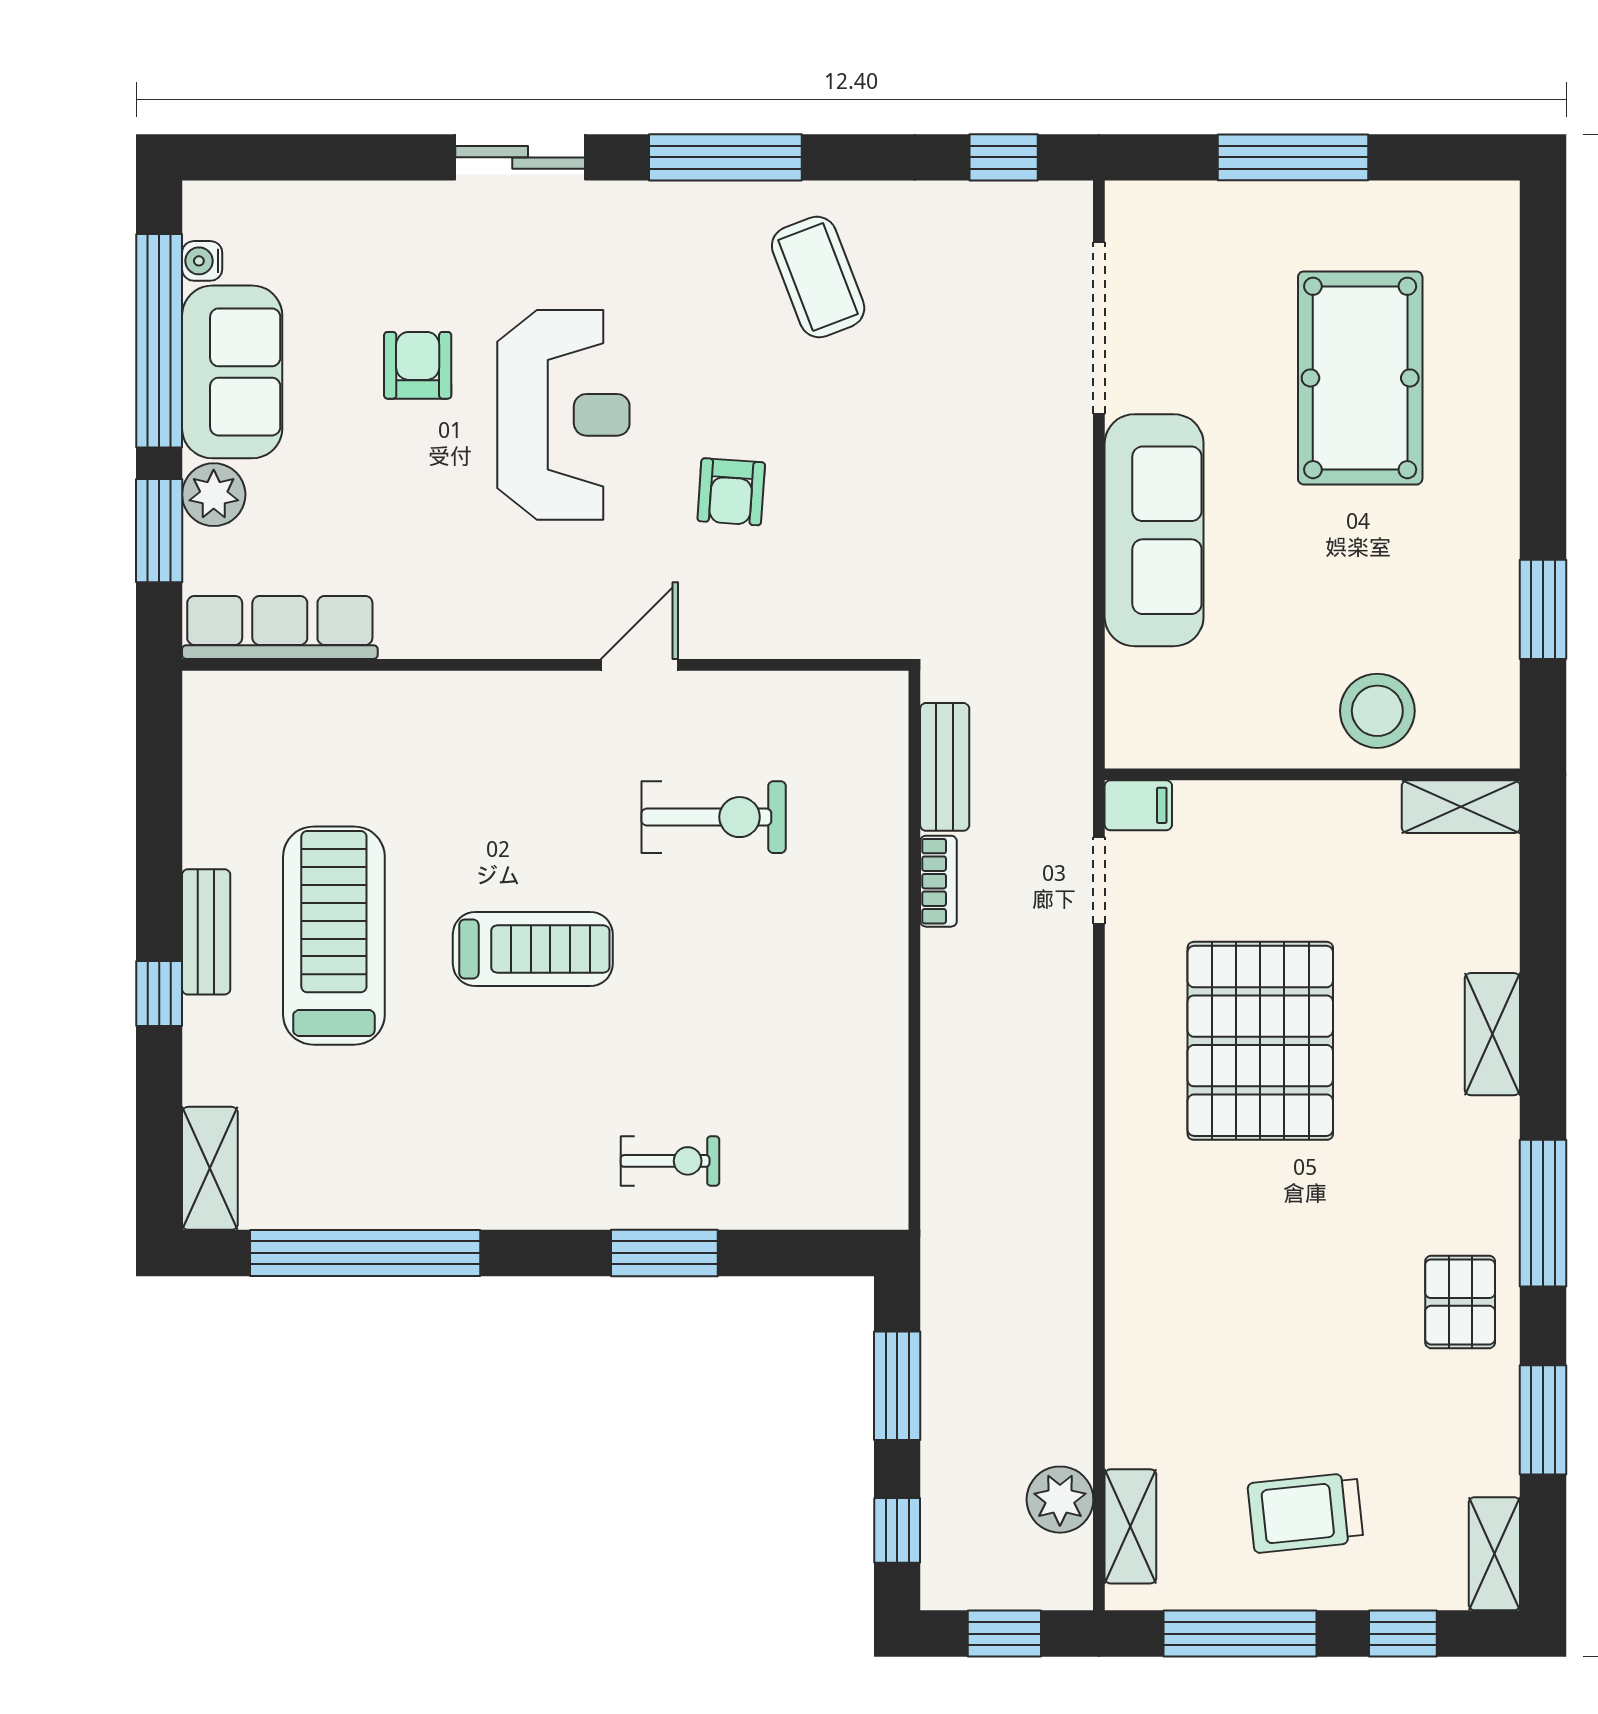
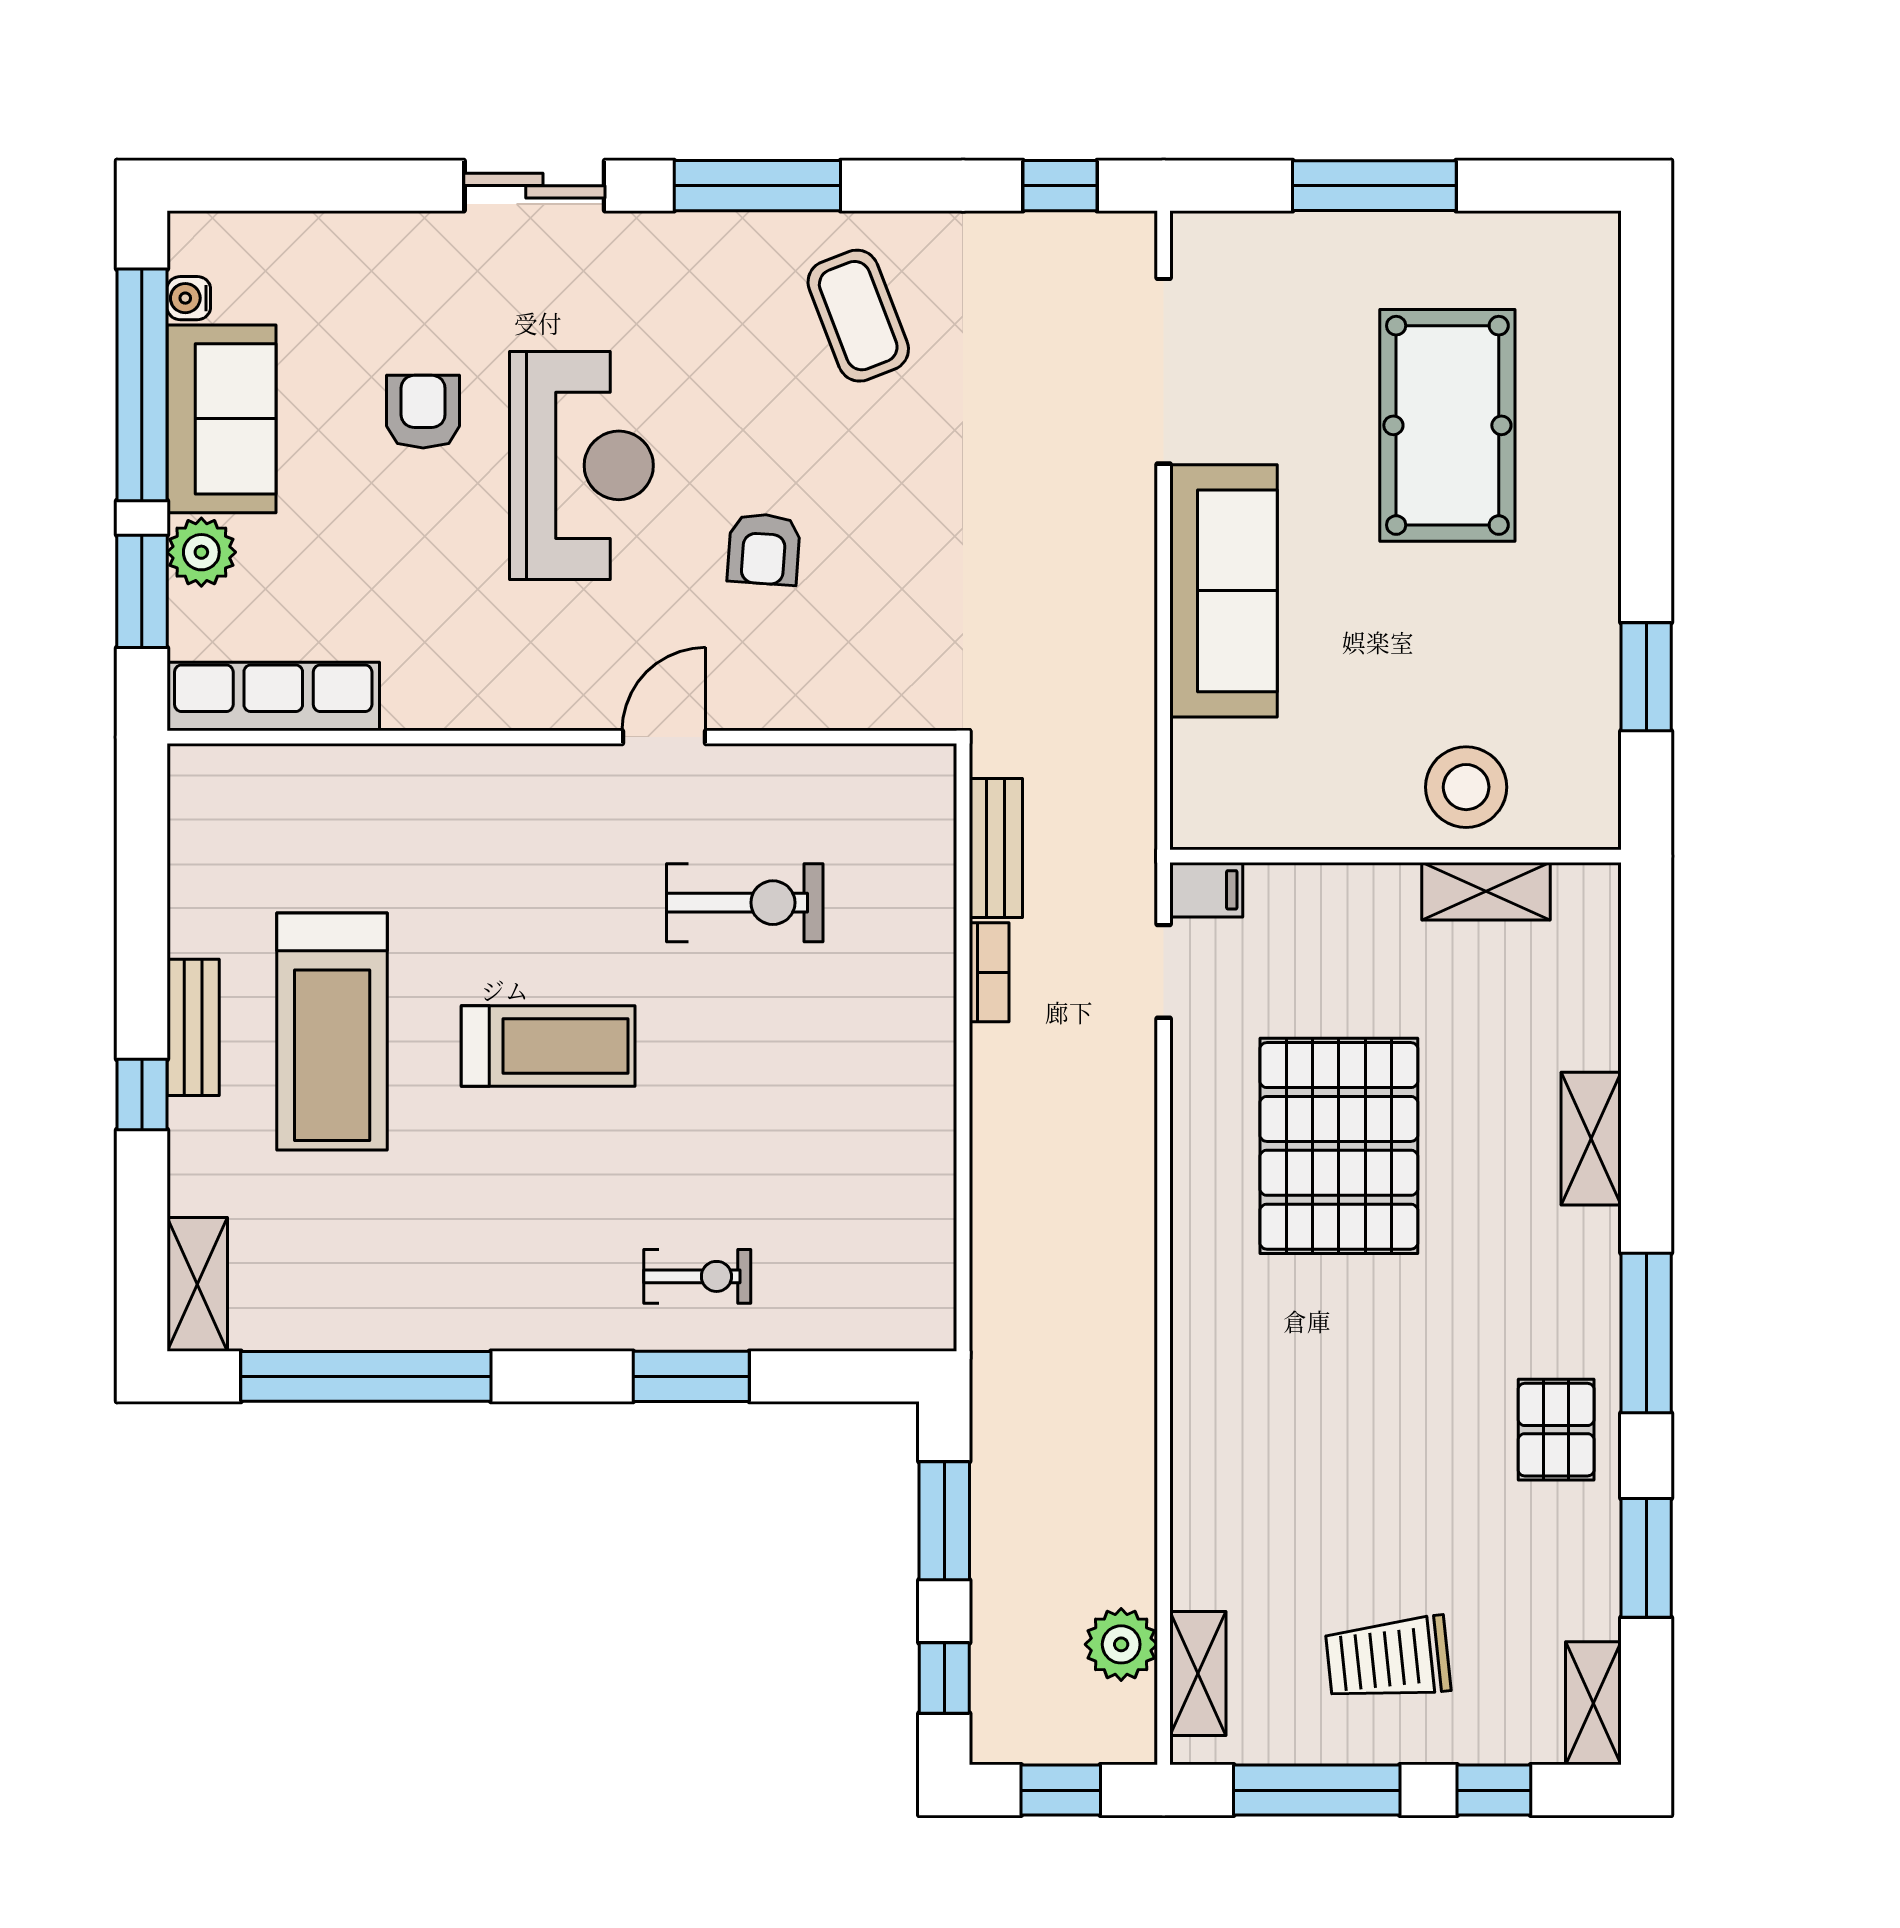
shelving: (1461, 807) -> (1486, 891), moved
treadmill: (334, 936) -> (332, 1031), turned 180

